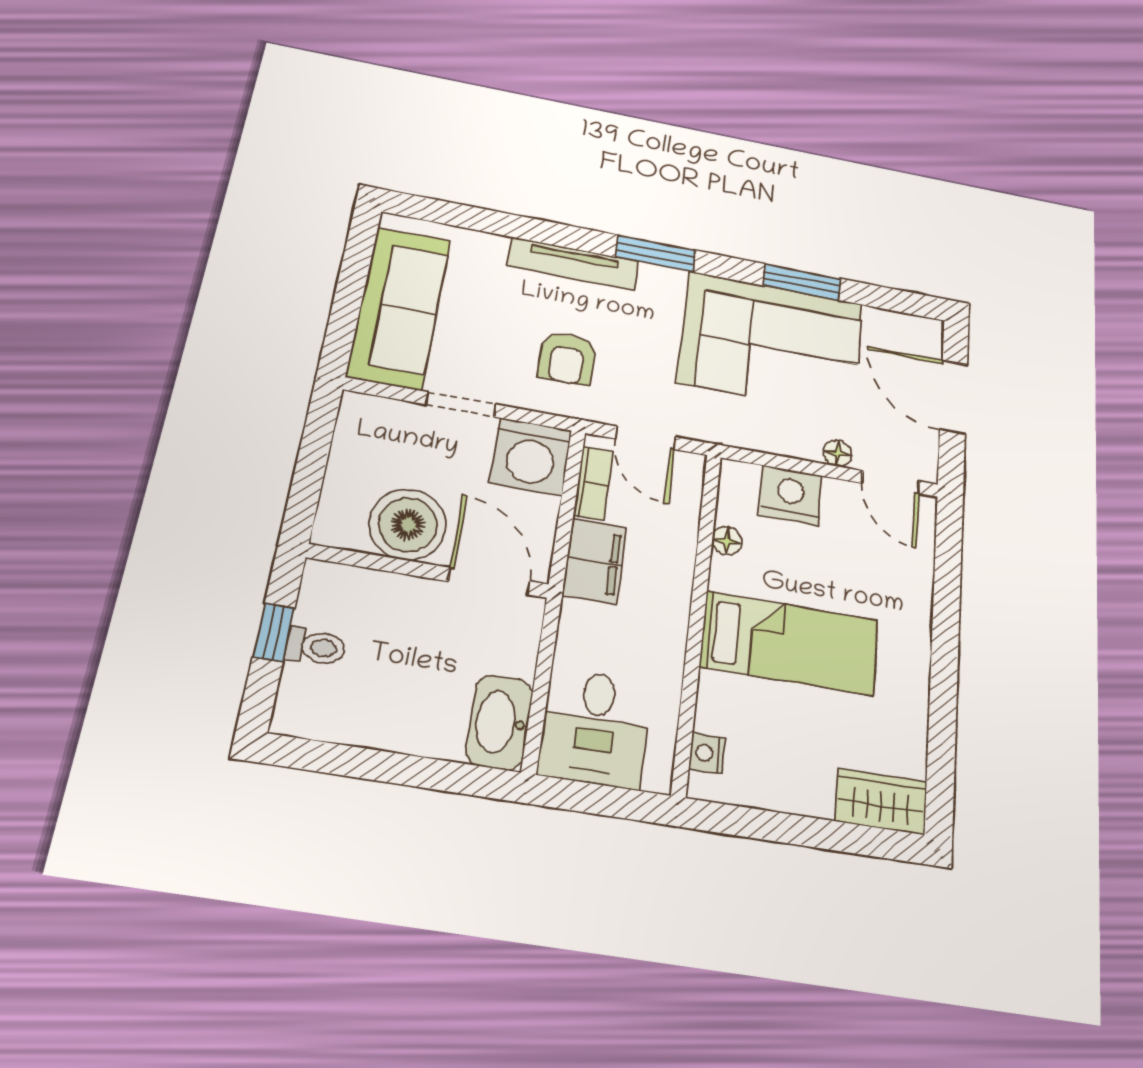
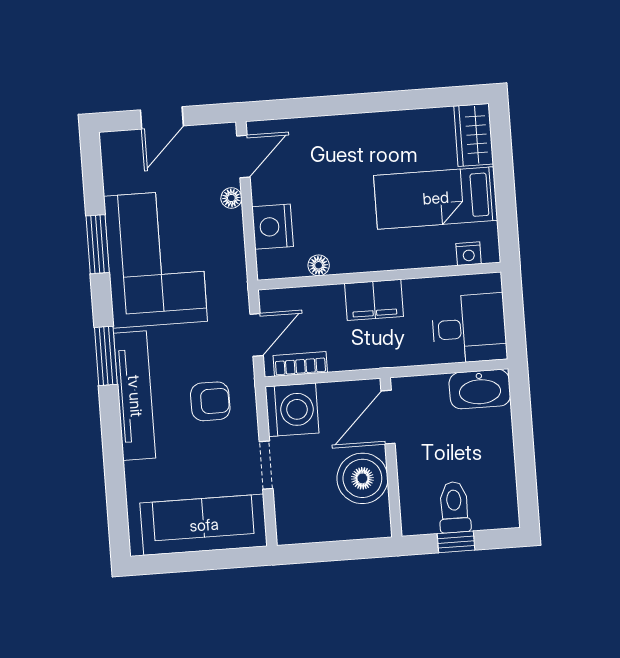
tv unit: (573, 264) -> (135, 396), width x1.36, depth x1.29
door: (954, 397) -> (162, 118), width x0.73
filing cabinet: (594, 561) -> (374, 300), moved, turned 180
bed: (790, 643) -> (436, 198), moved, turned -90
toilet: (316, 647) -> (454, 507), width x1.37, depth x1.39

